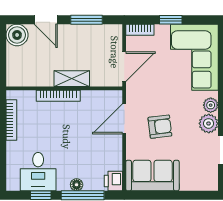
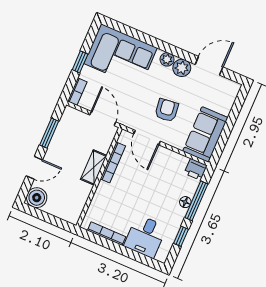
bookcase: (58, 96) -> (113, 162), moved
desk: (38, 172) -> (145, 236), moved, turned 90

